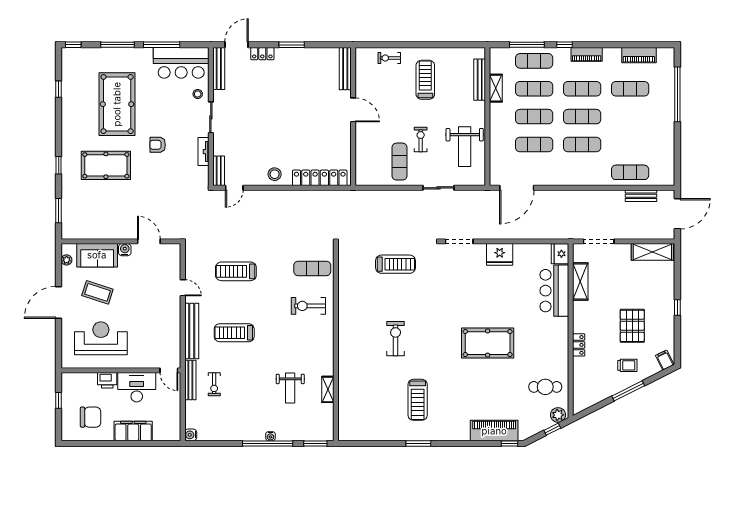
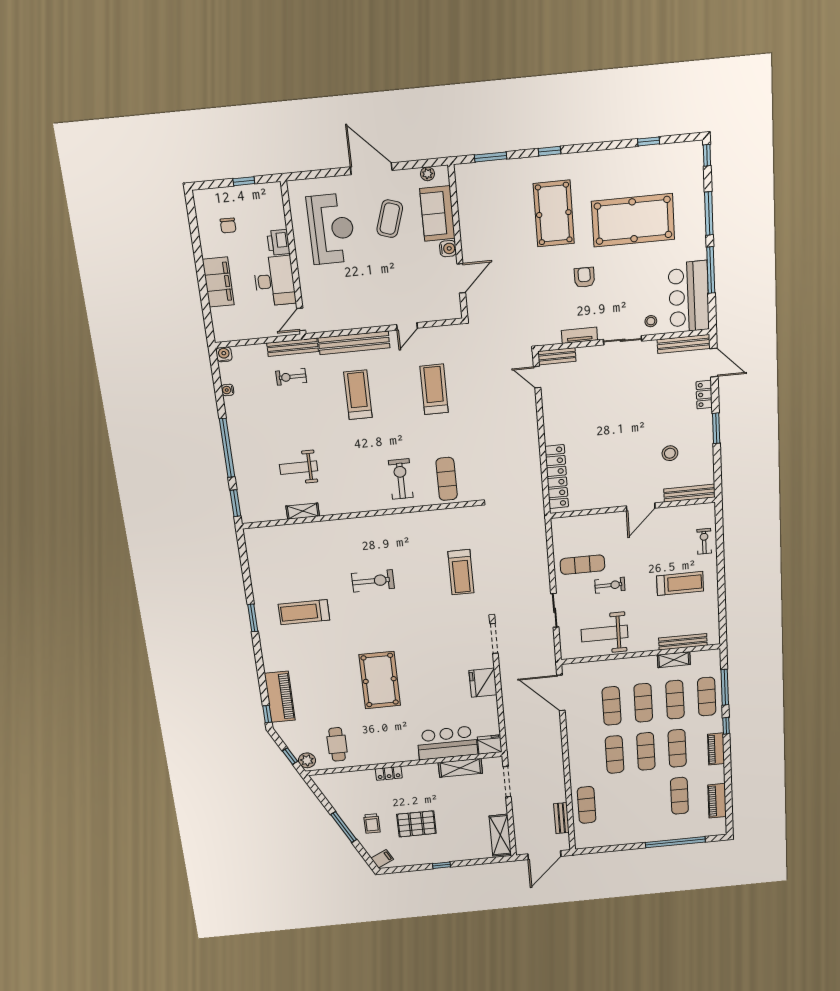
stool: (275, 174) -> (670, 453), moved
door: (677, 214) -> (544, 855), hinge flipped
chair: (91, 417) -> (228, 225), width x0.54, depth x0.54
water cooler: (270, 436) -> (228, 390), moved

